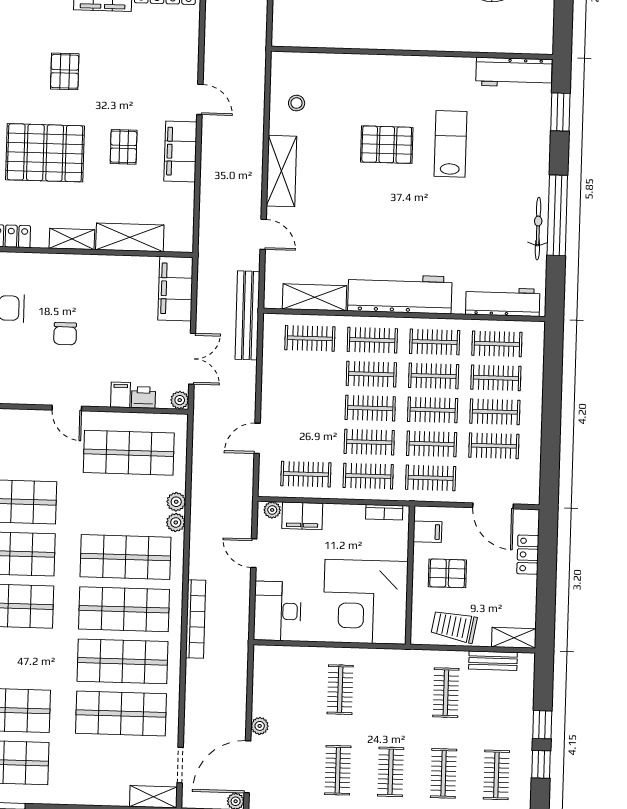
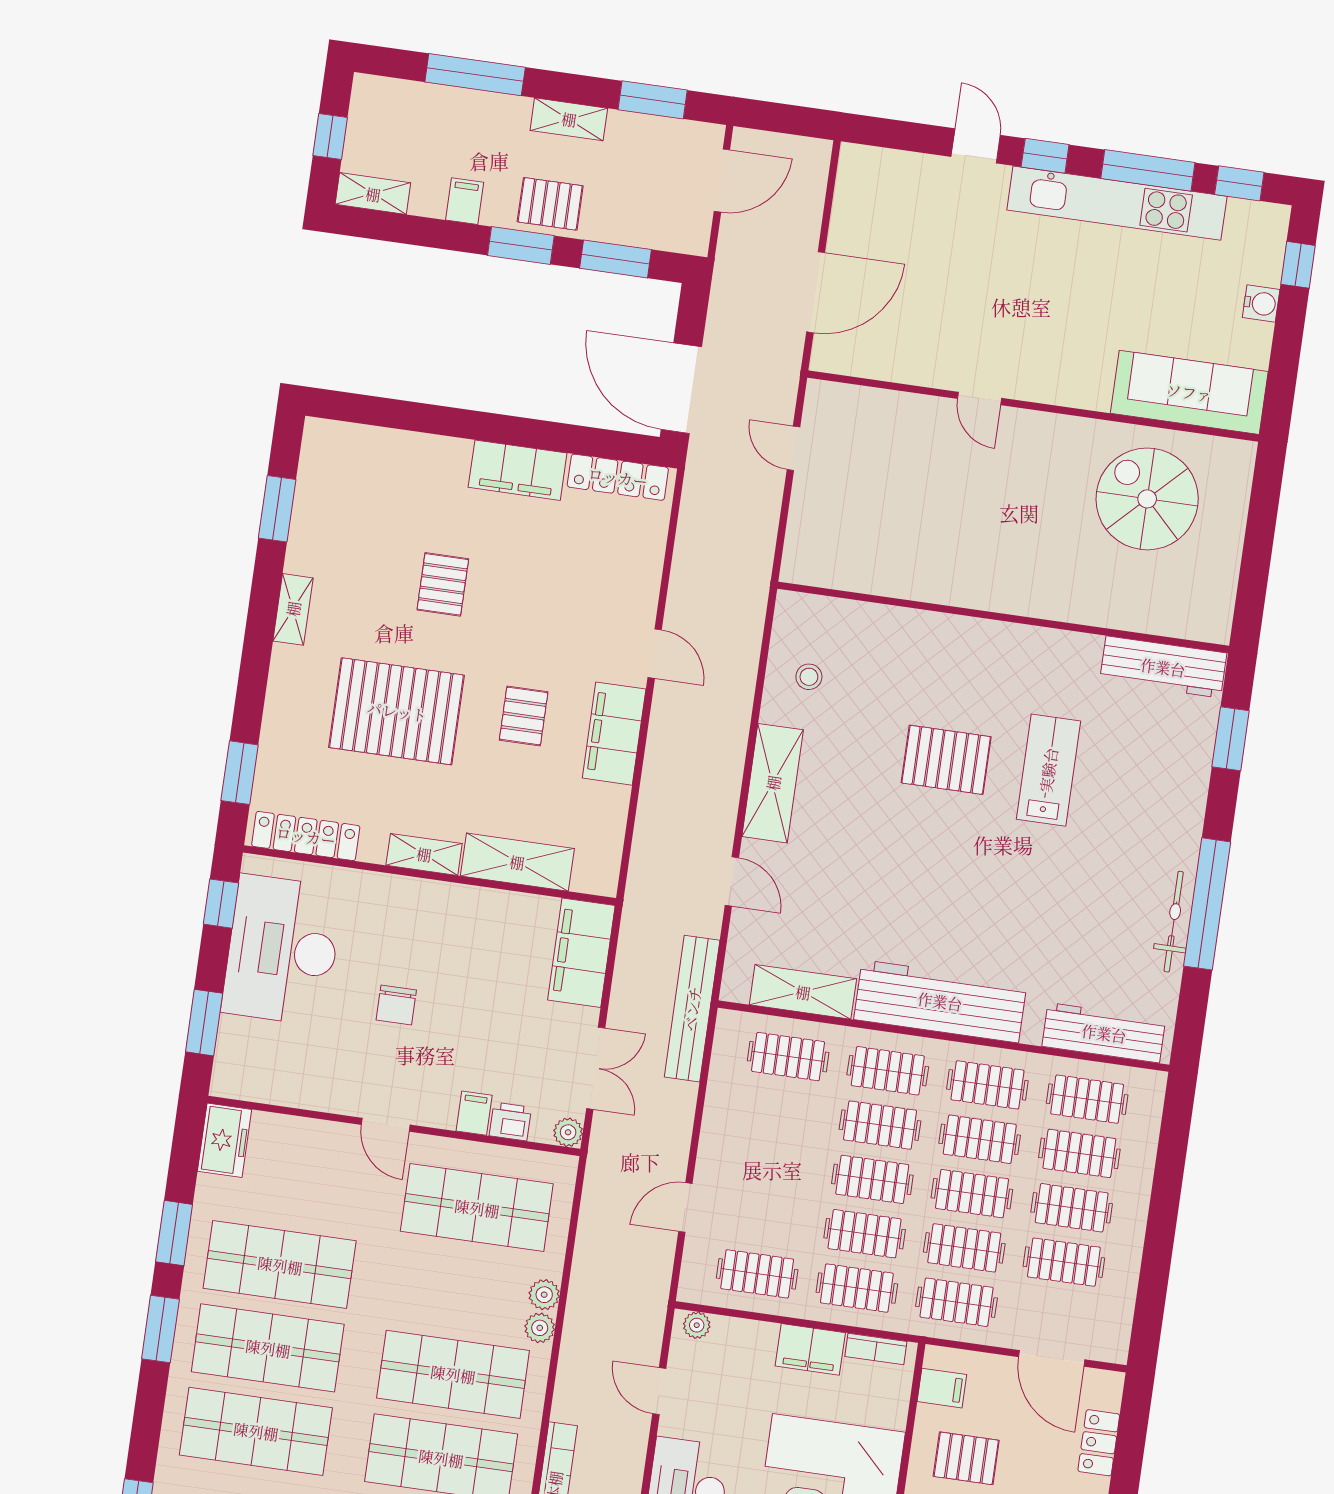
filing cabinet: (302, 516) -> (810, 1349), moved

